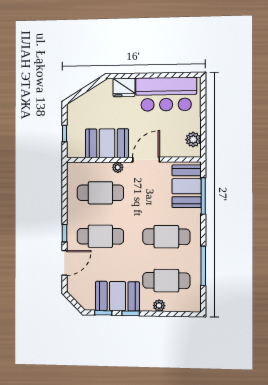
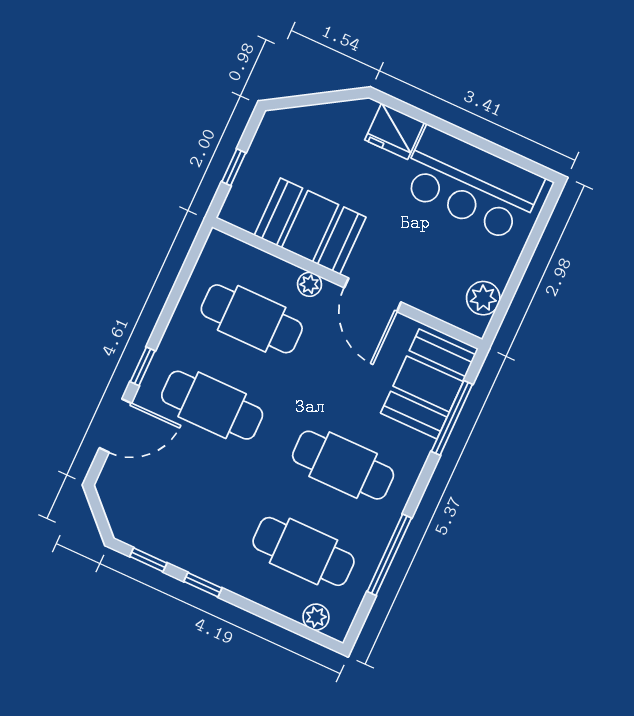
door: (146, 160) -> (373, 295), swing flipped
booth: (117, 296) -> (192, 539), removed
plant: (159, 306) -> (316, 617), moved

